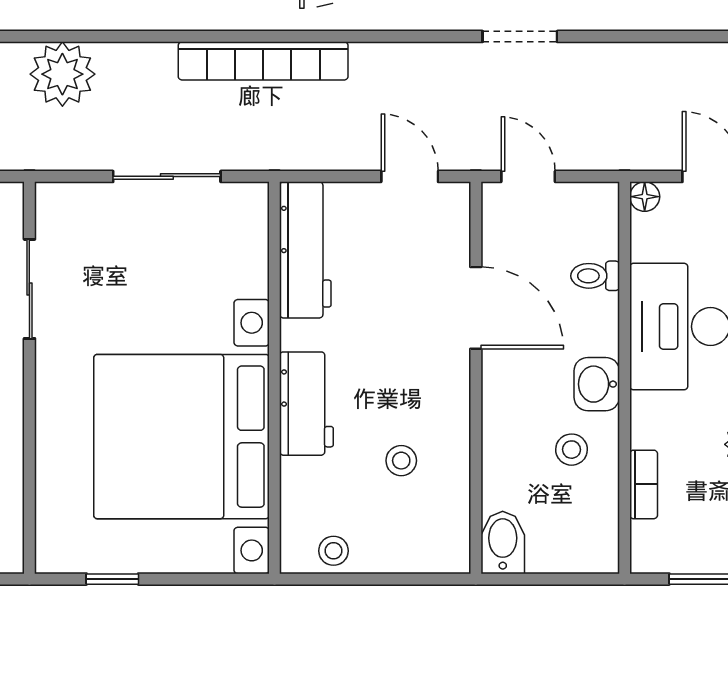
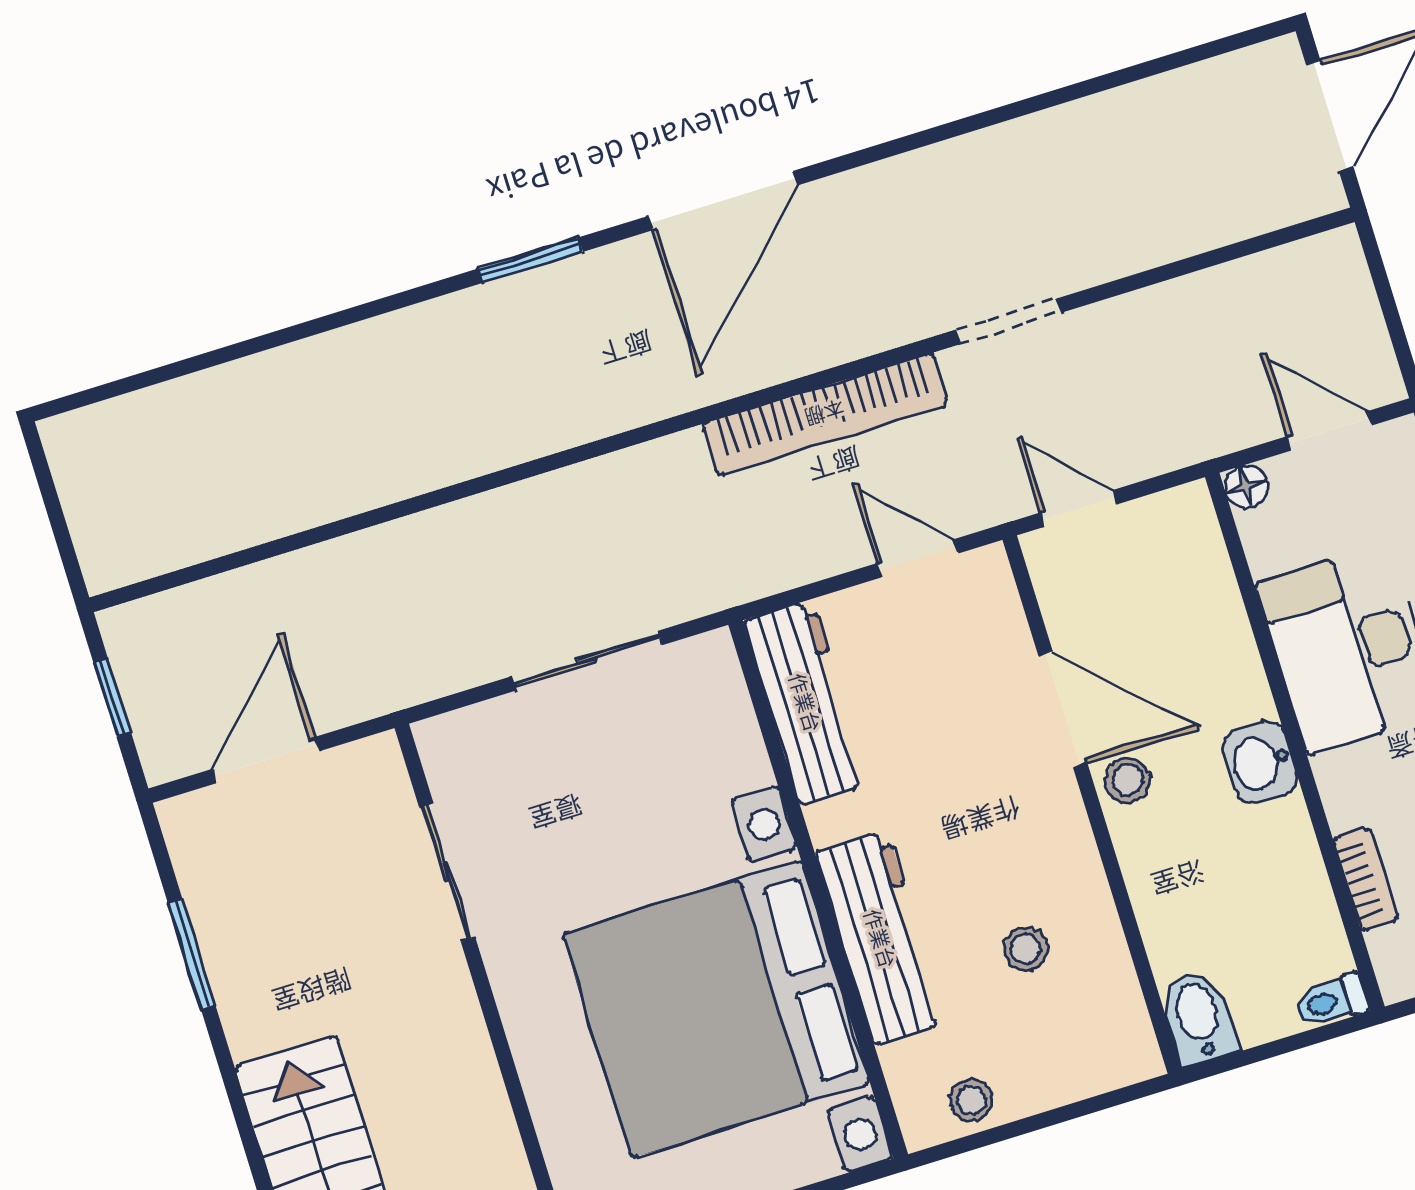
bookcase: (263, 61) -> (825, 414), moved
plant: (62, 74) -> (401, 565), removed
toilet: (595, 276) -> (1331, 1001), moved
workbench: (306, 404) -> (881, 938), width x1.38
stool: (572, 450) -> (1128, 780), moved

